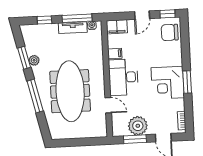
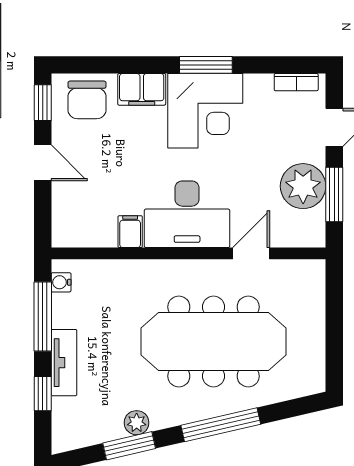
filing cabinet: (117, 27) -> (142, 89), moved, turned 90
tv unit: (73, 28) -> (64, 363), moved

